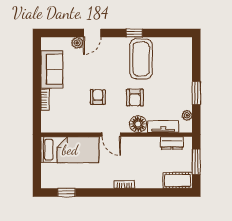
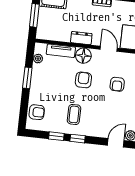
window: (158, 33) -> (56, 136), added
armchair: (182, 57) -> (37, 112), added
coffee table: (141, 59) -> (74, 114), width x0.54, depth x0.58
dresser: (172, 143) -> (81, 38), moved

